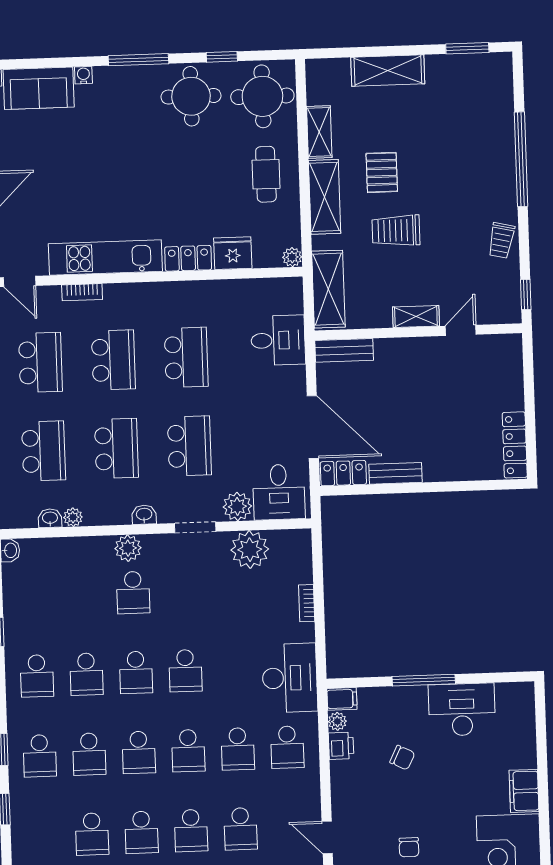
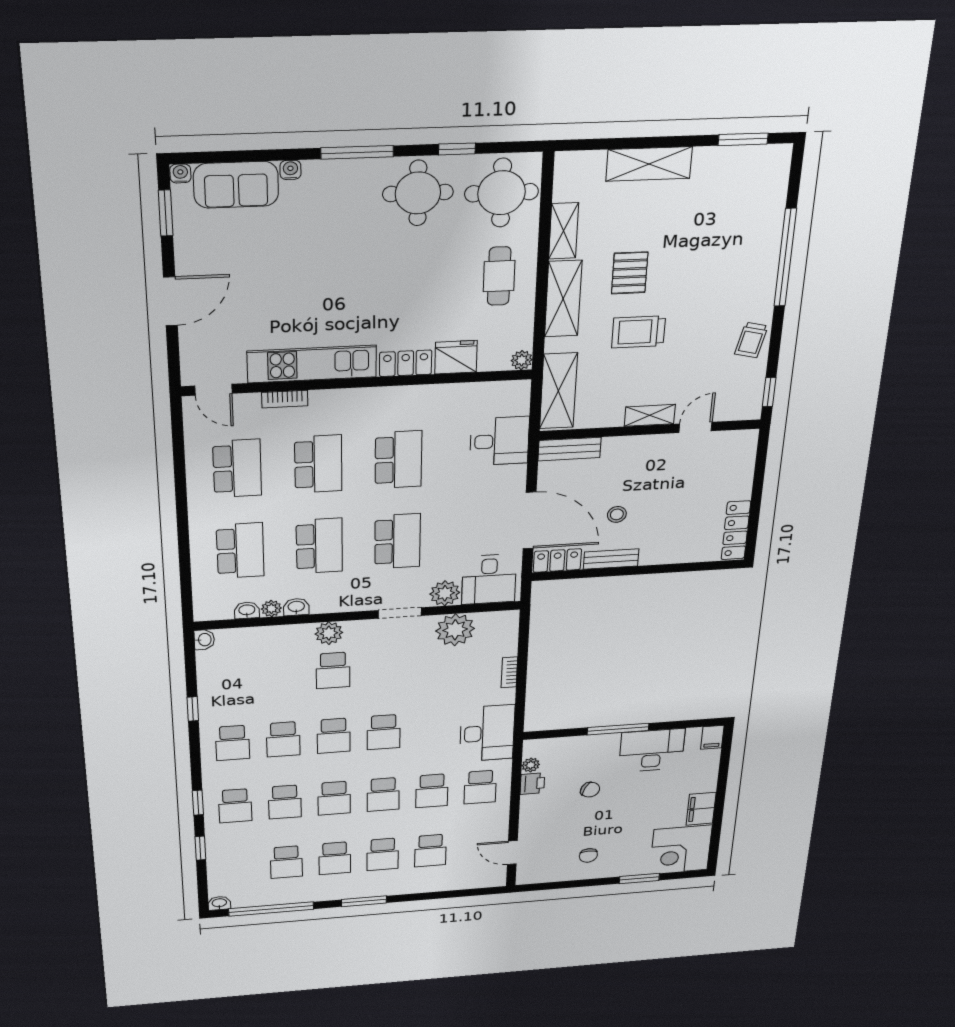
stool: (396, 423) -> (617, 514), added
washbasin: (144, 515) -> (296, 607), moved
filing cabinet: (342, 699) -> (712, 737), moved, turned 90

